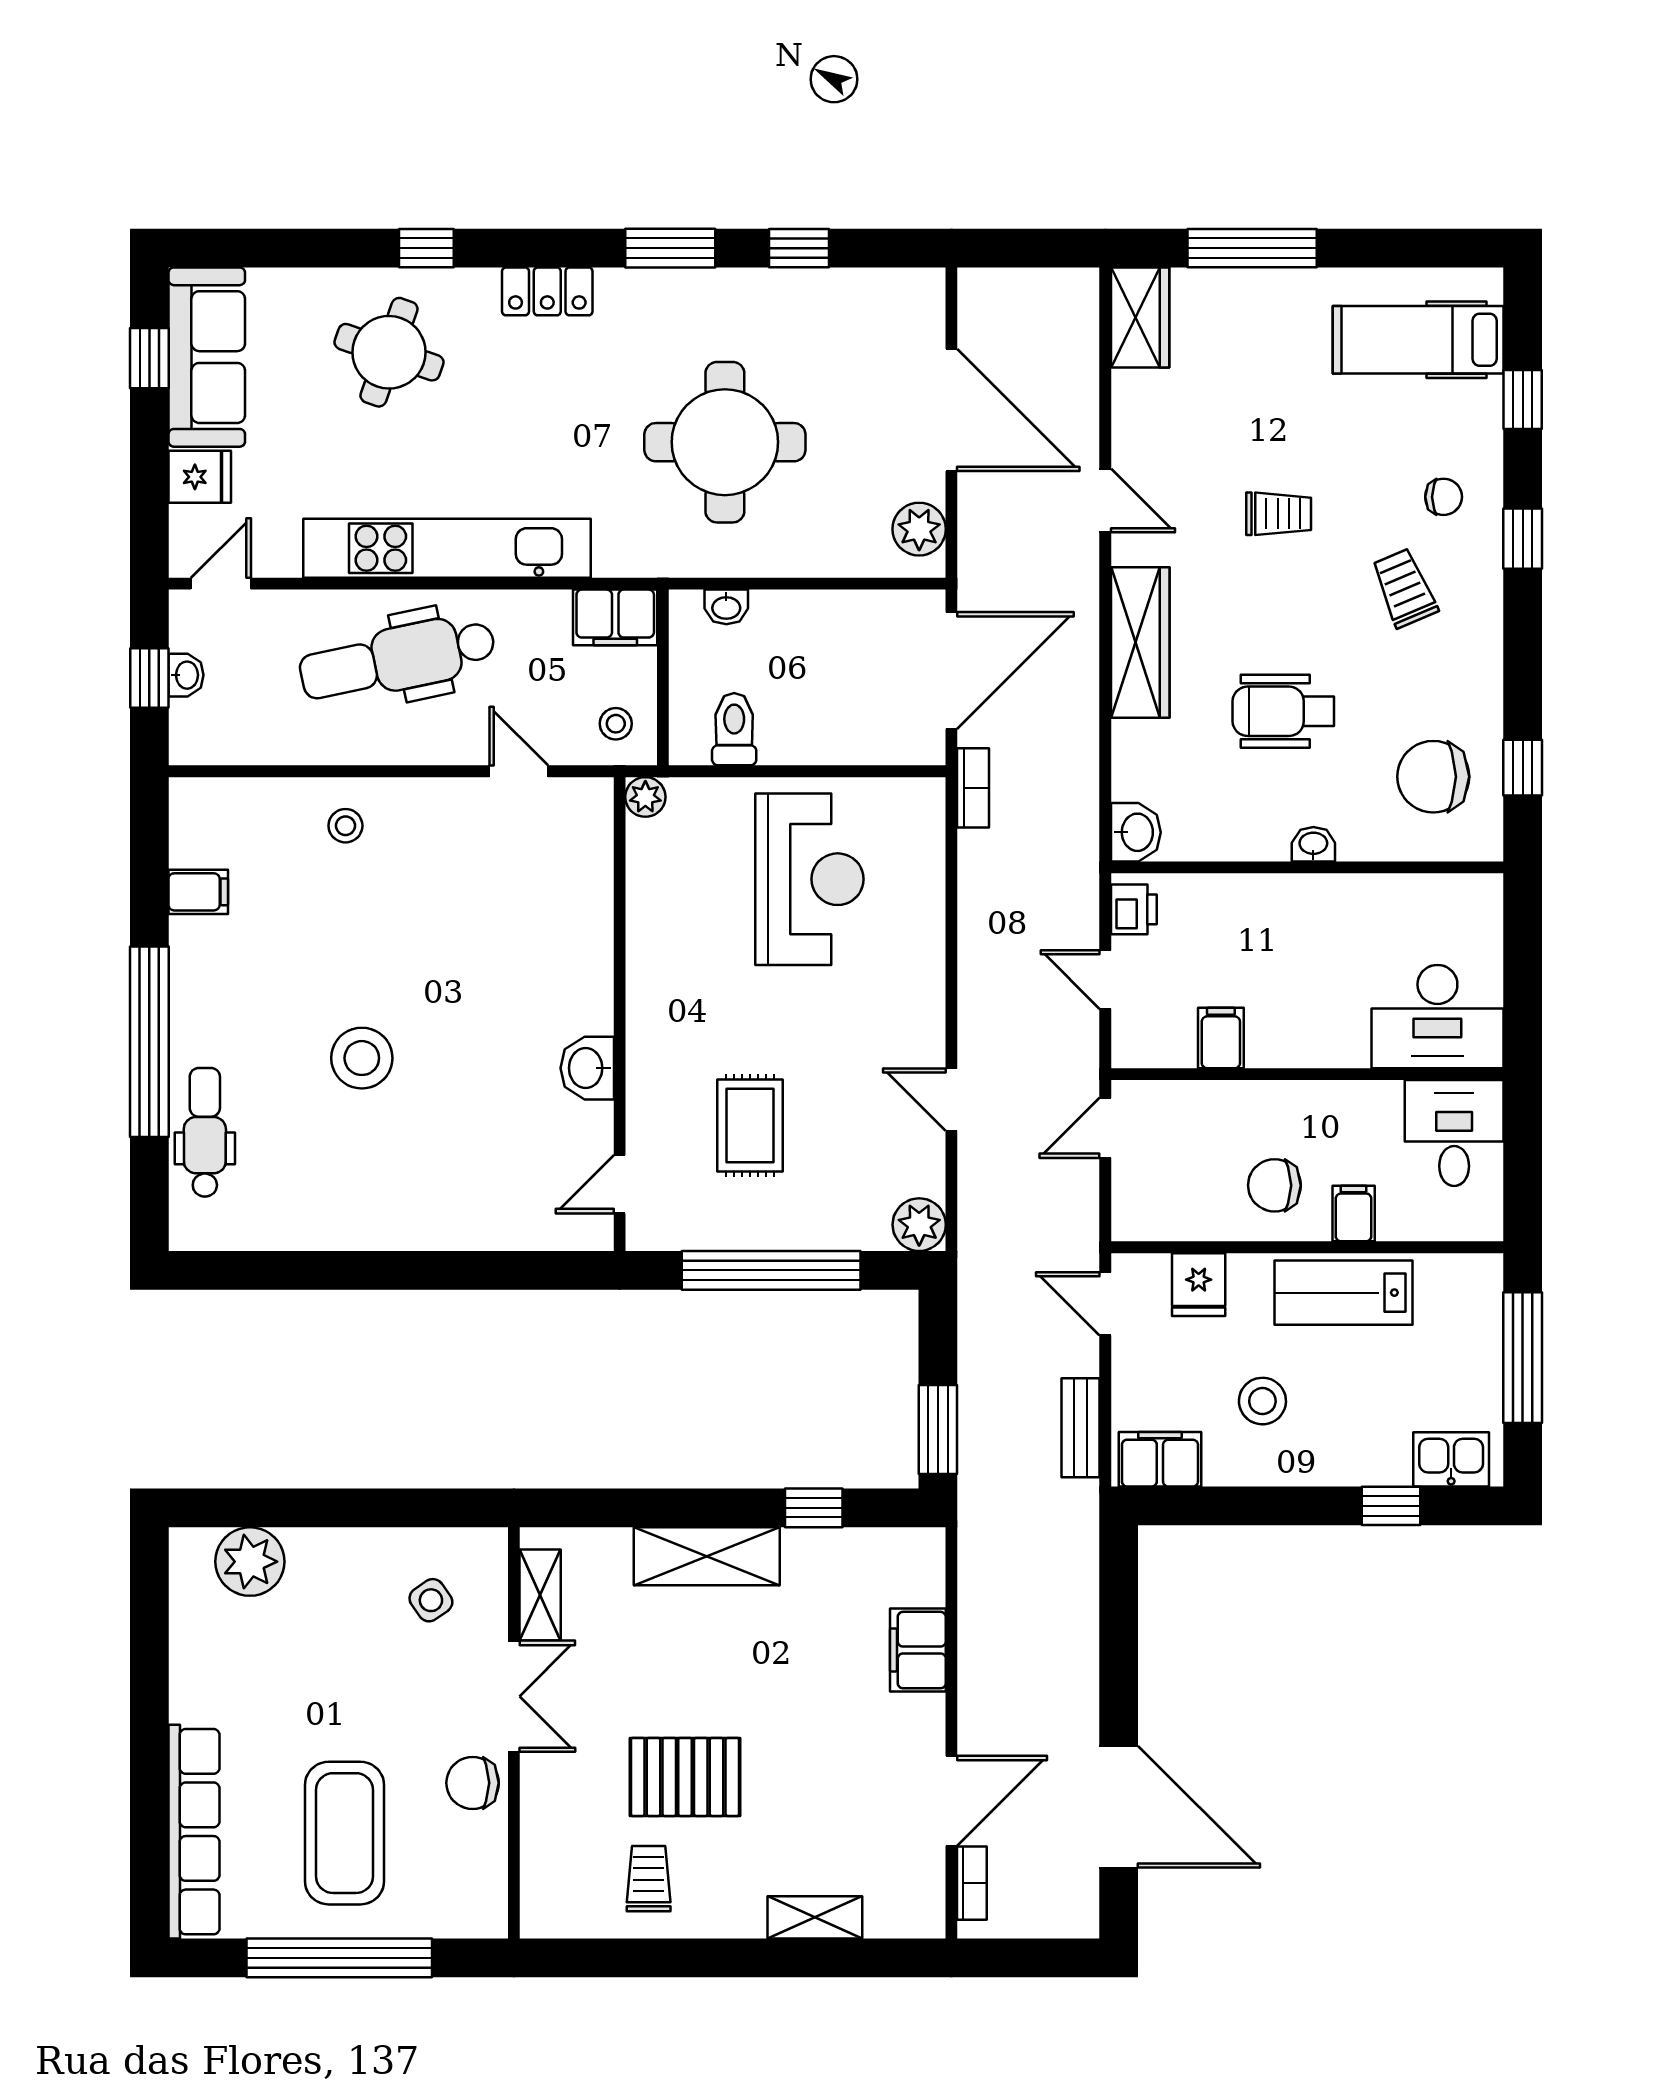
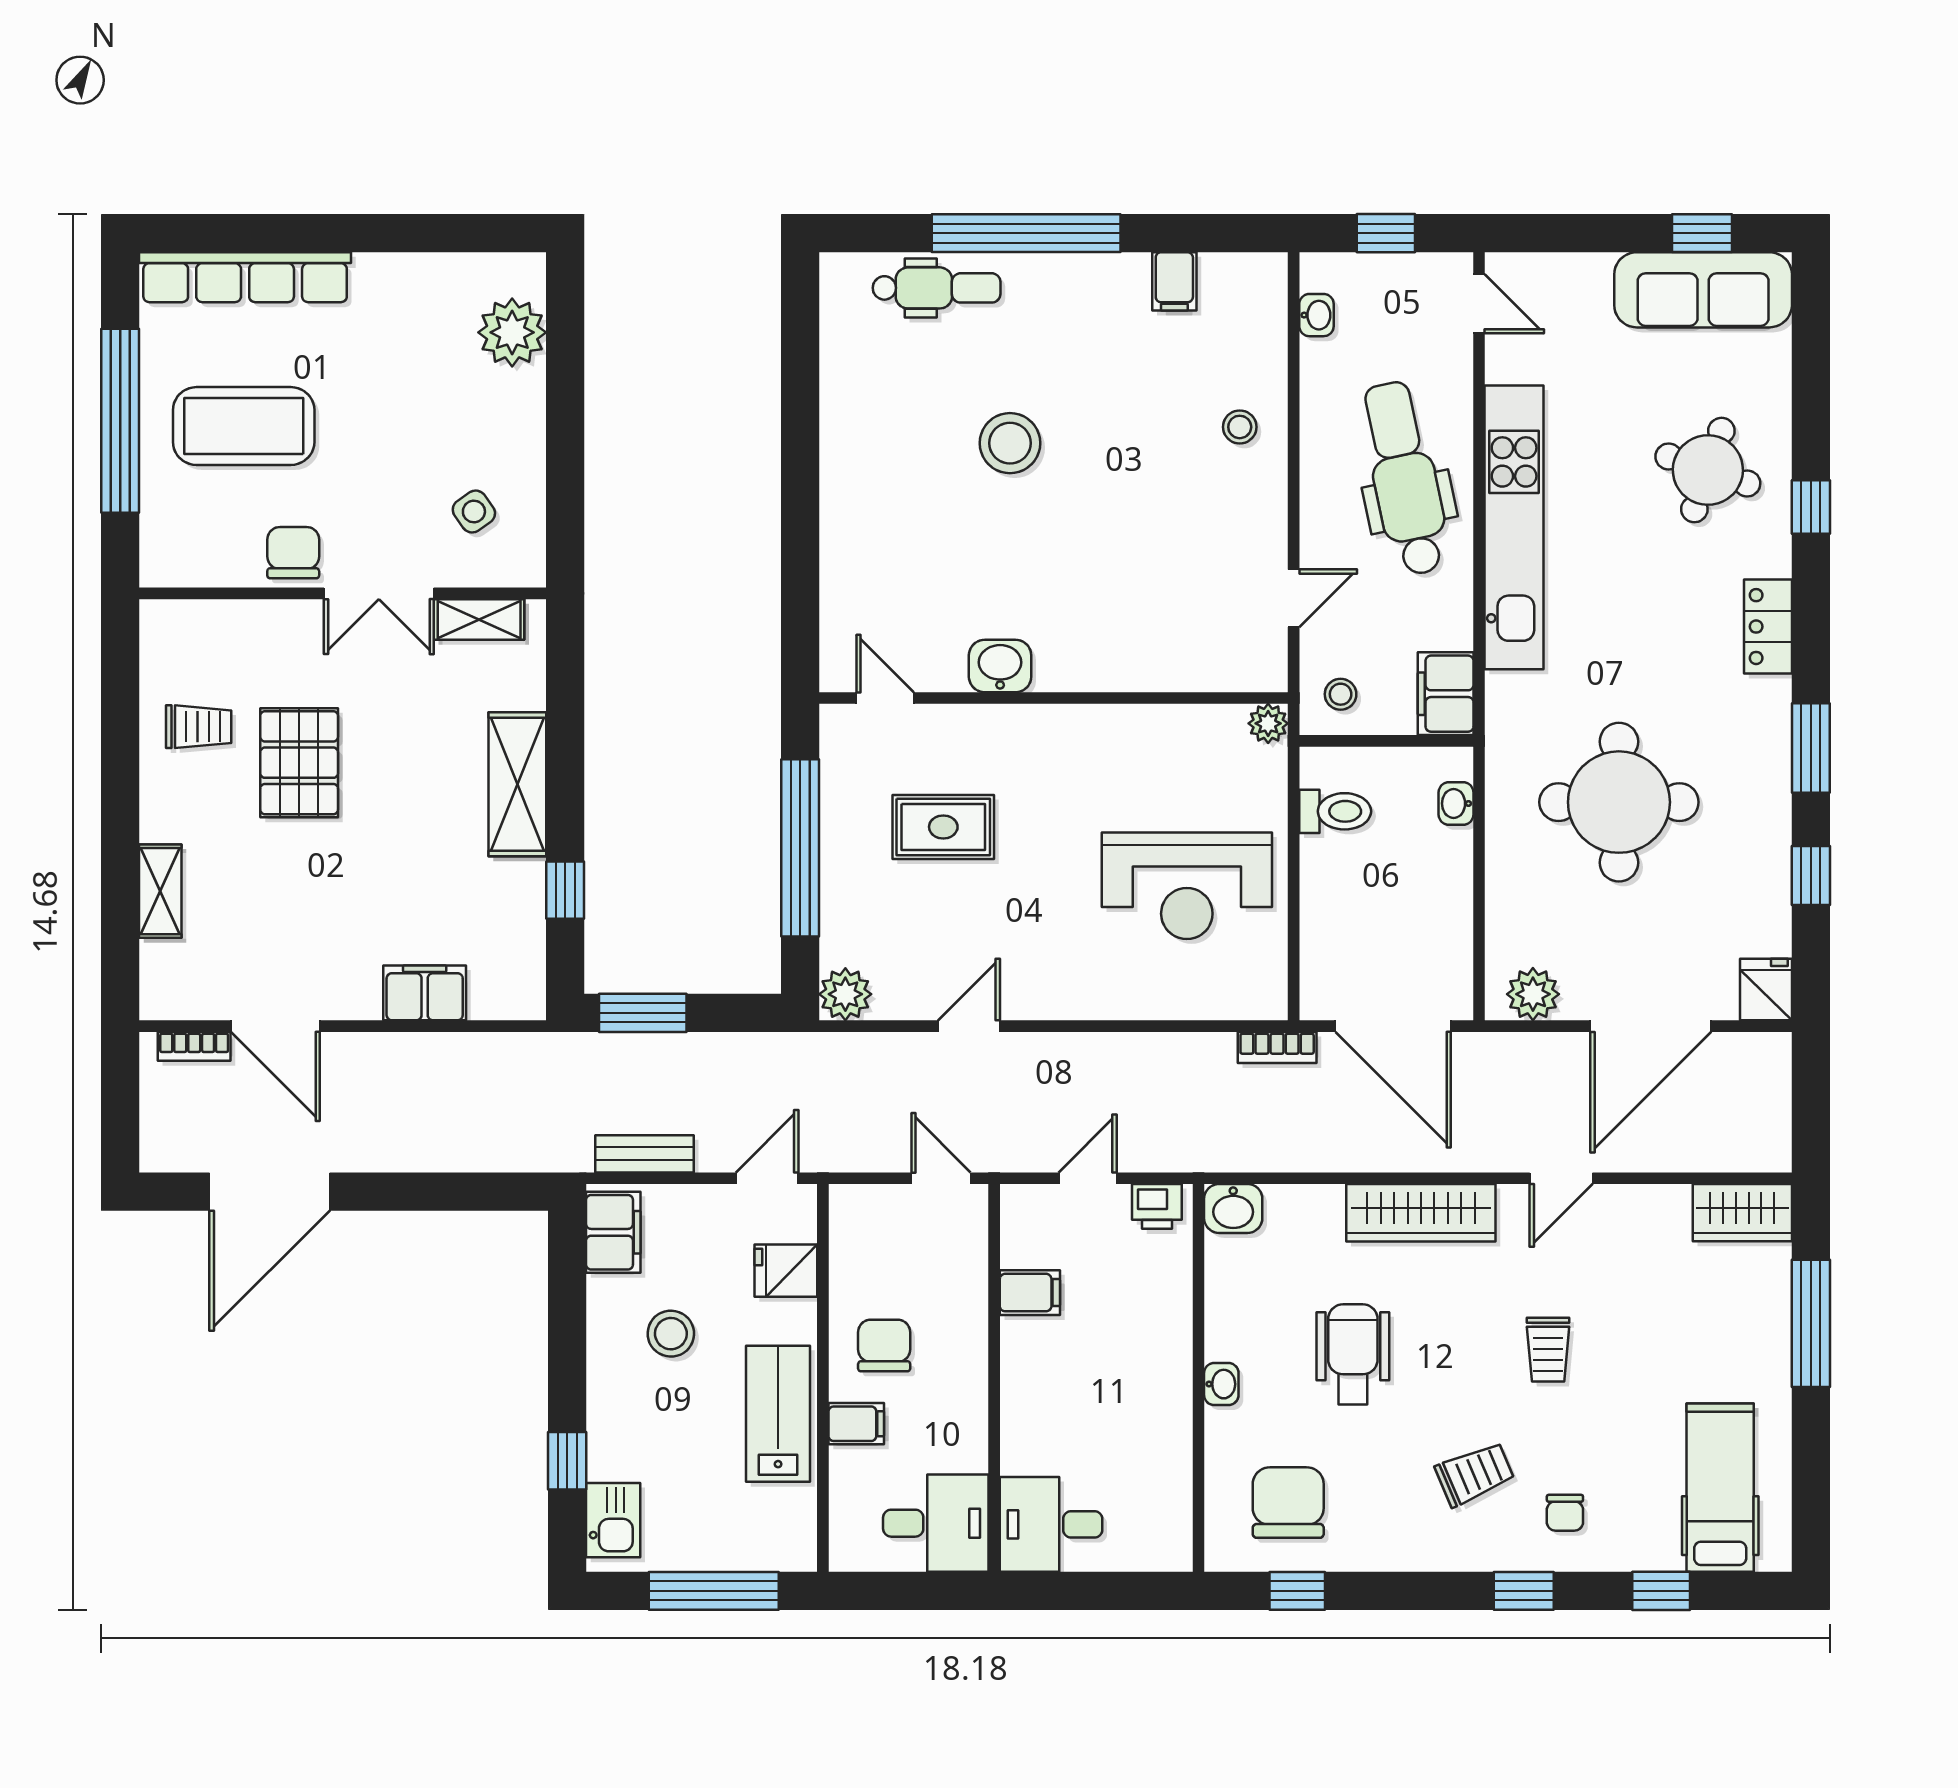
fridge: (200, 477) -> (1766, 990), moved, turned 180
washbasin: (186, 675) -> (1316, 315), moved, turned -90
desk: (1437, 1017) -> (1051, 1524), width x0.73

